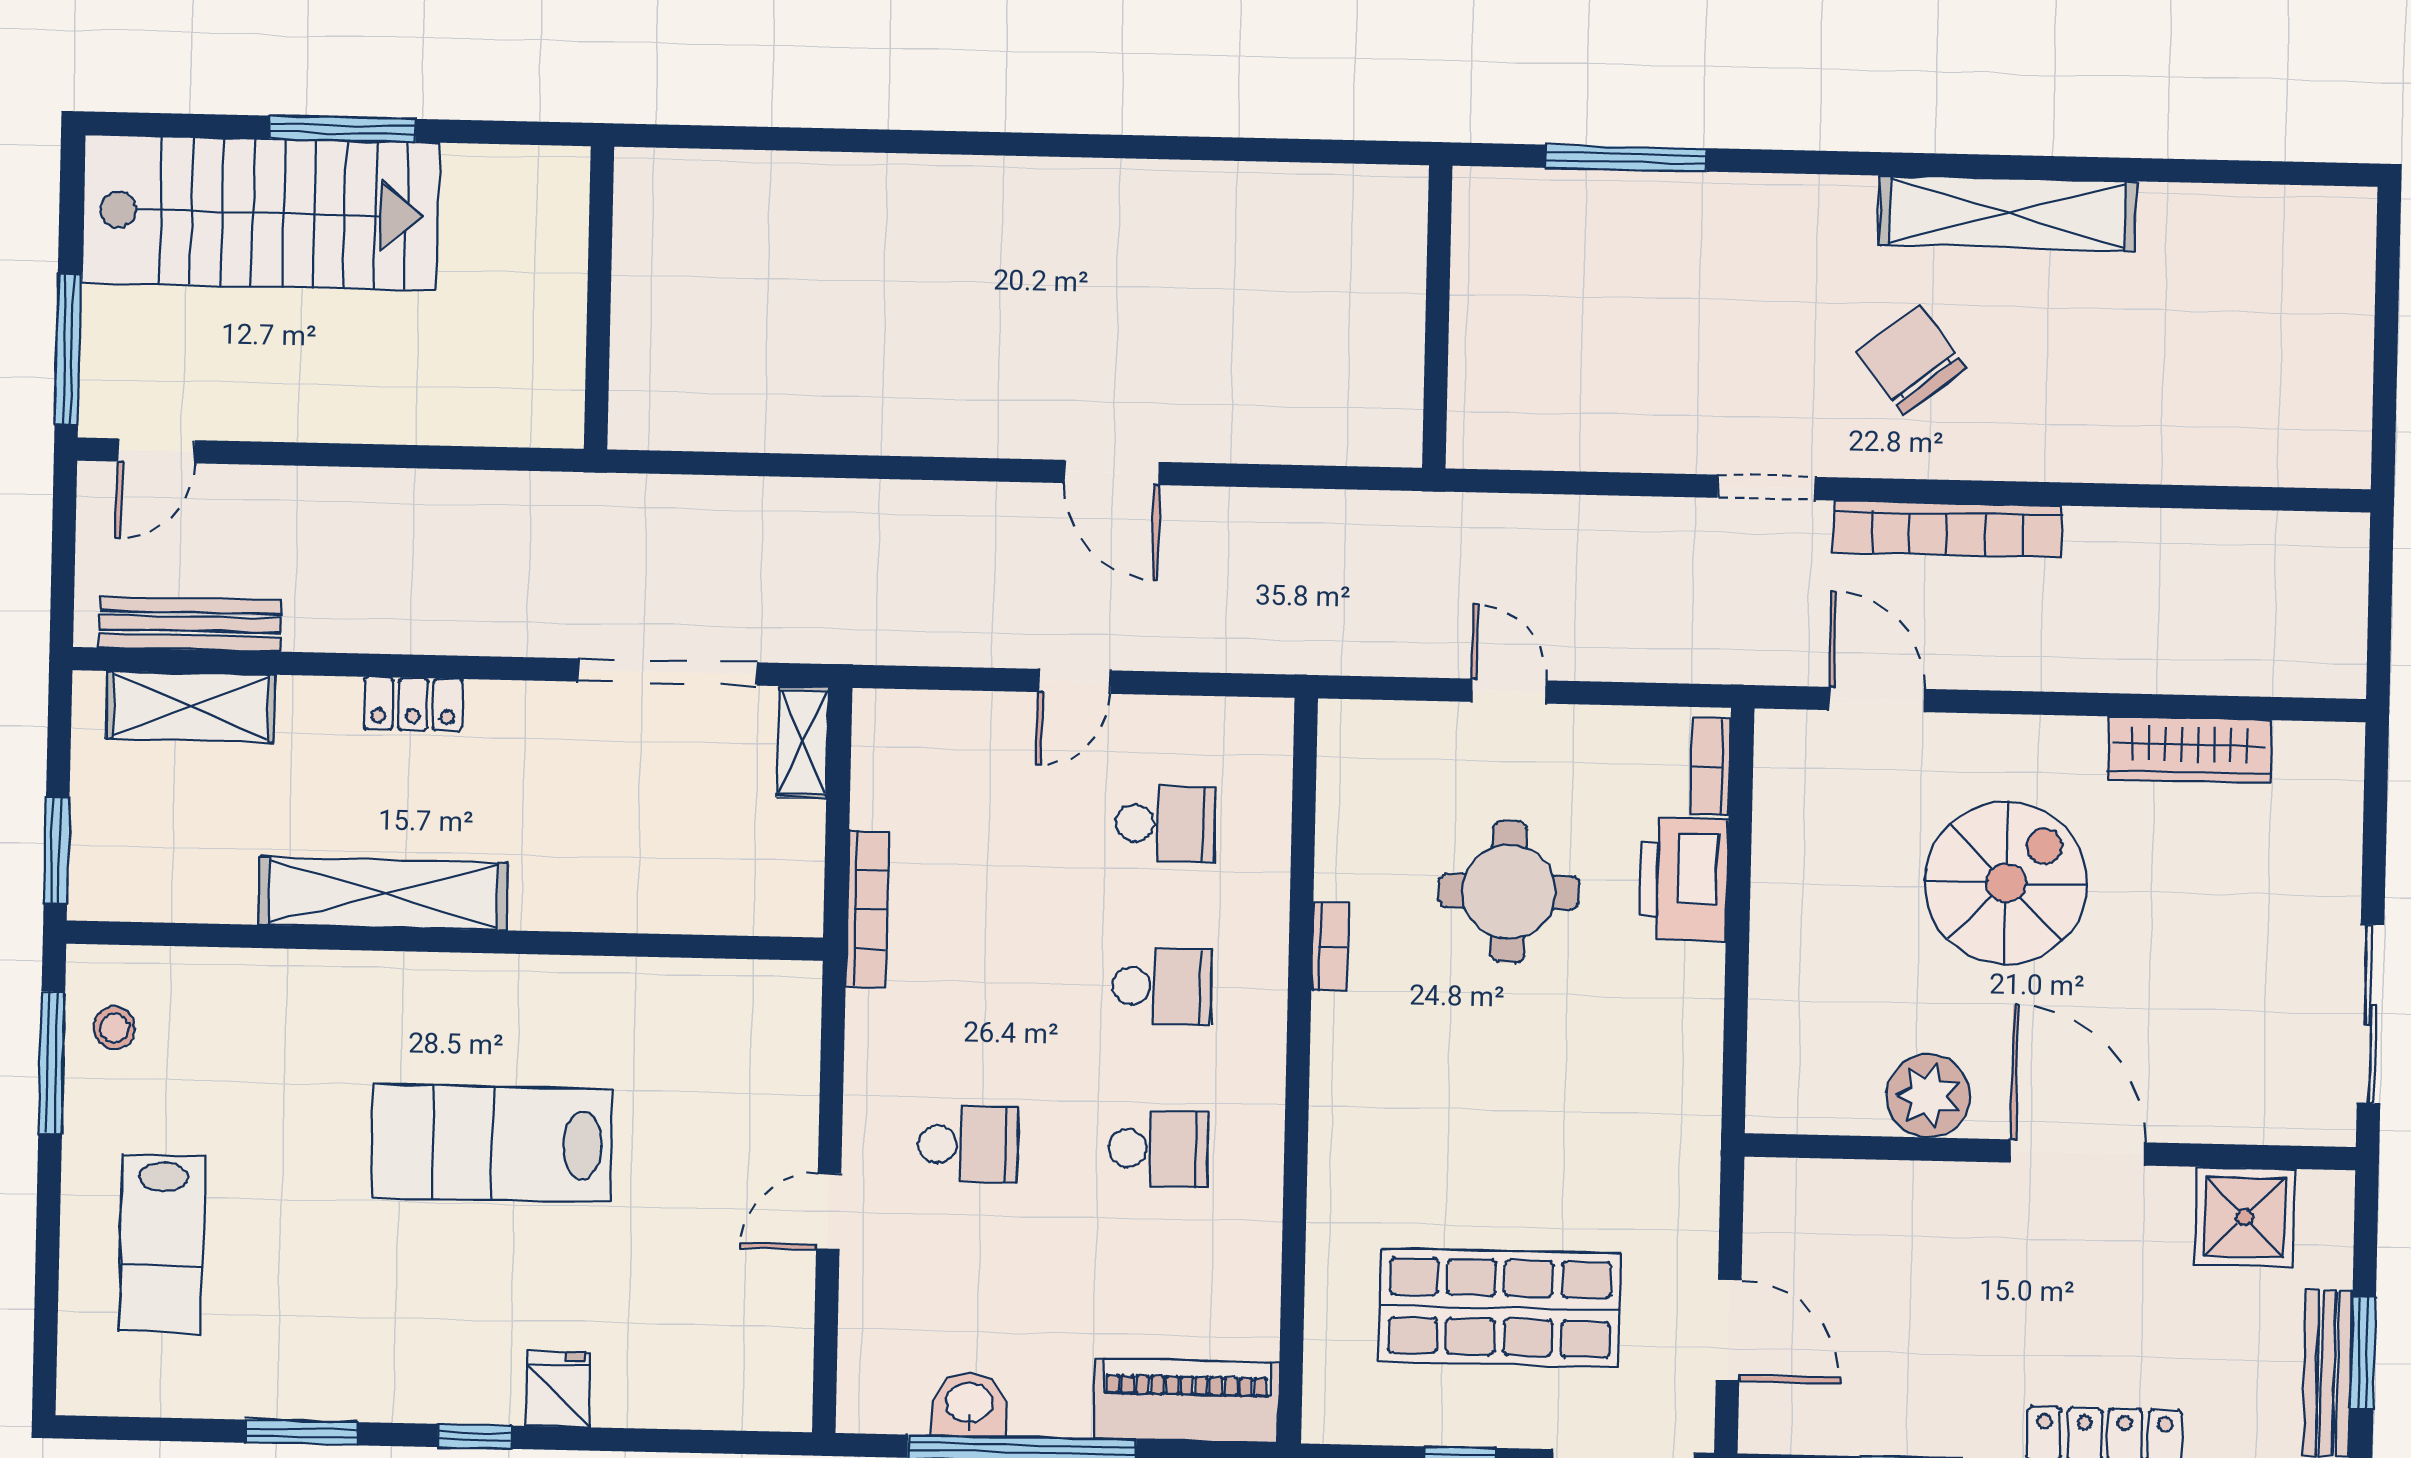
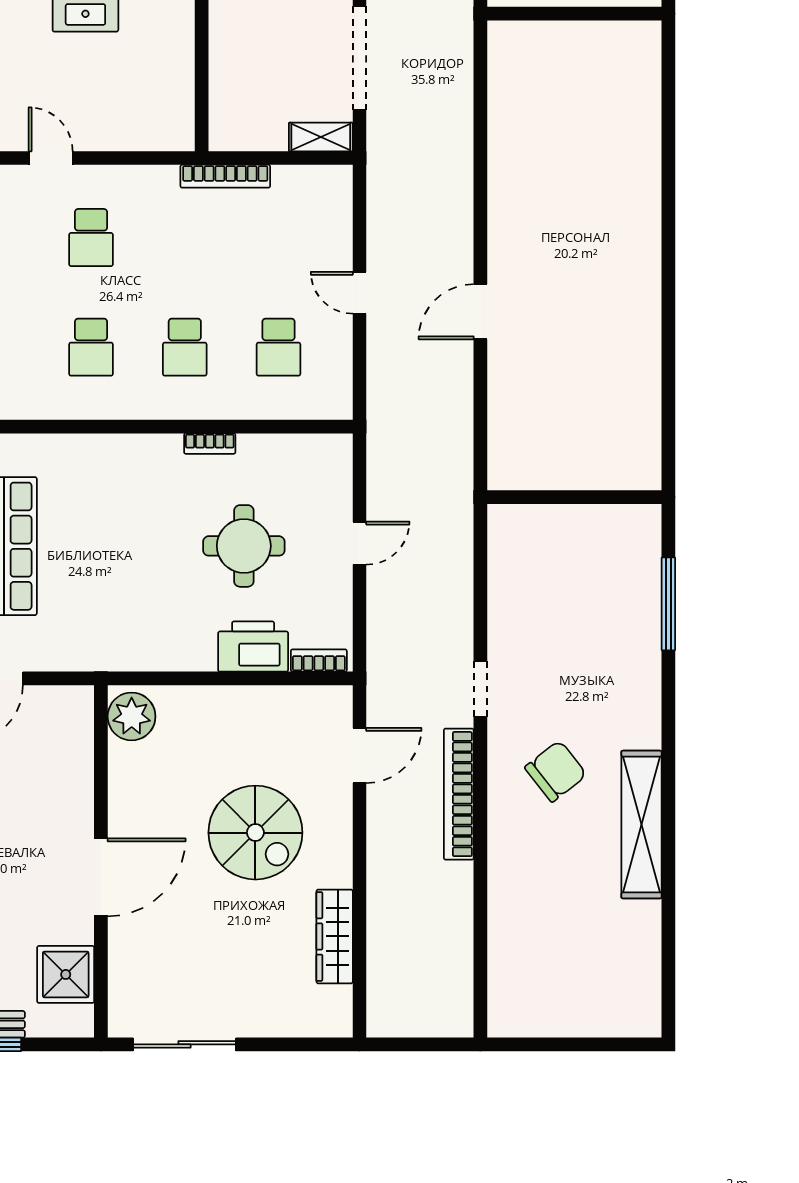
plant: (1928, 1096) -> (132, 716), moved

